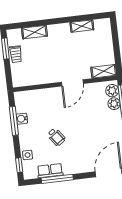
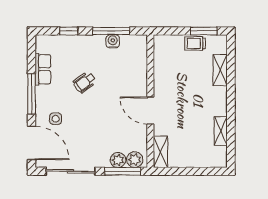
side table: (28, 155) -> (56, 119), moved
window: (19, 165) -> (69, 31), moved
window: (57, 179) -> (32, 94), moved

